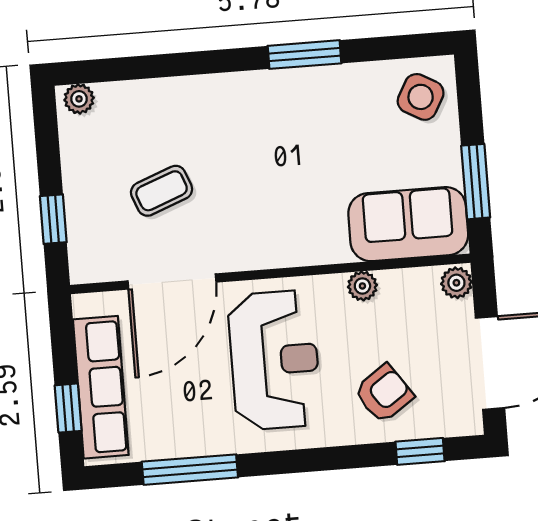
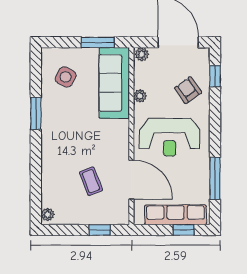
side table: (421, 97) -> (66, 77), moved
sofa: (408, 224) -> (114, 83), width x1.36
reception desk: (274, 360) -> (170, 137), turned 180

